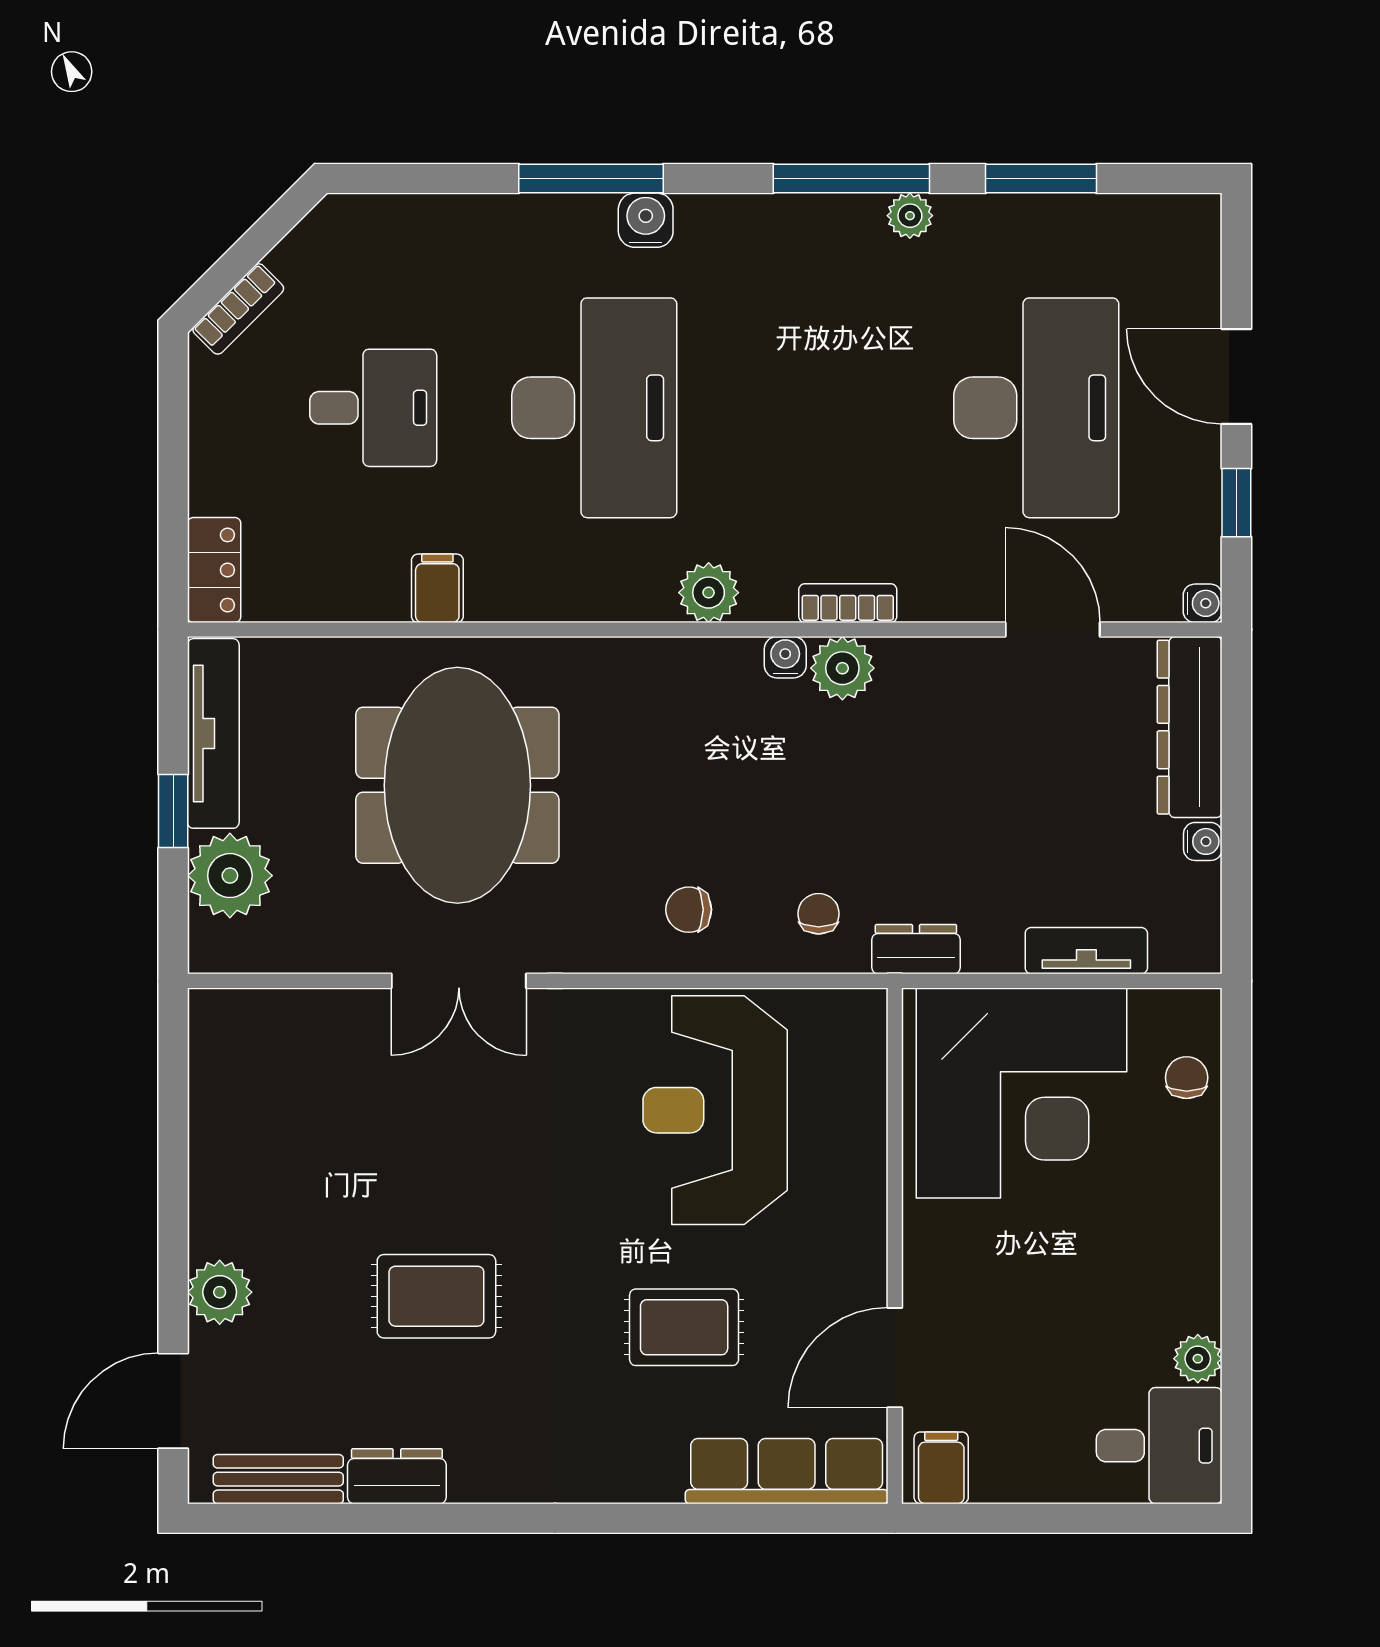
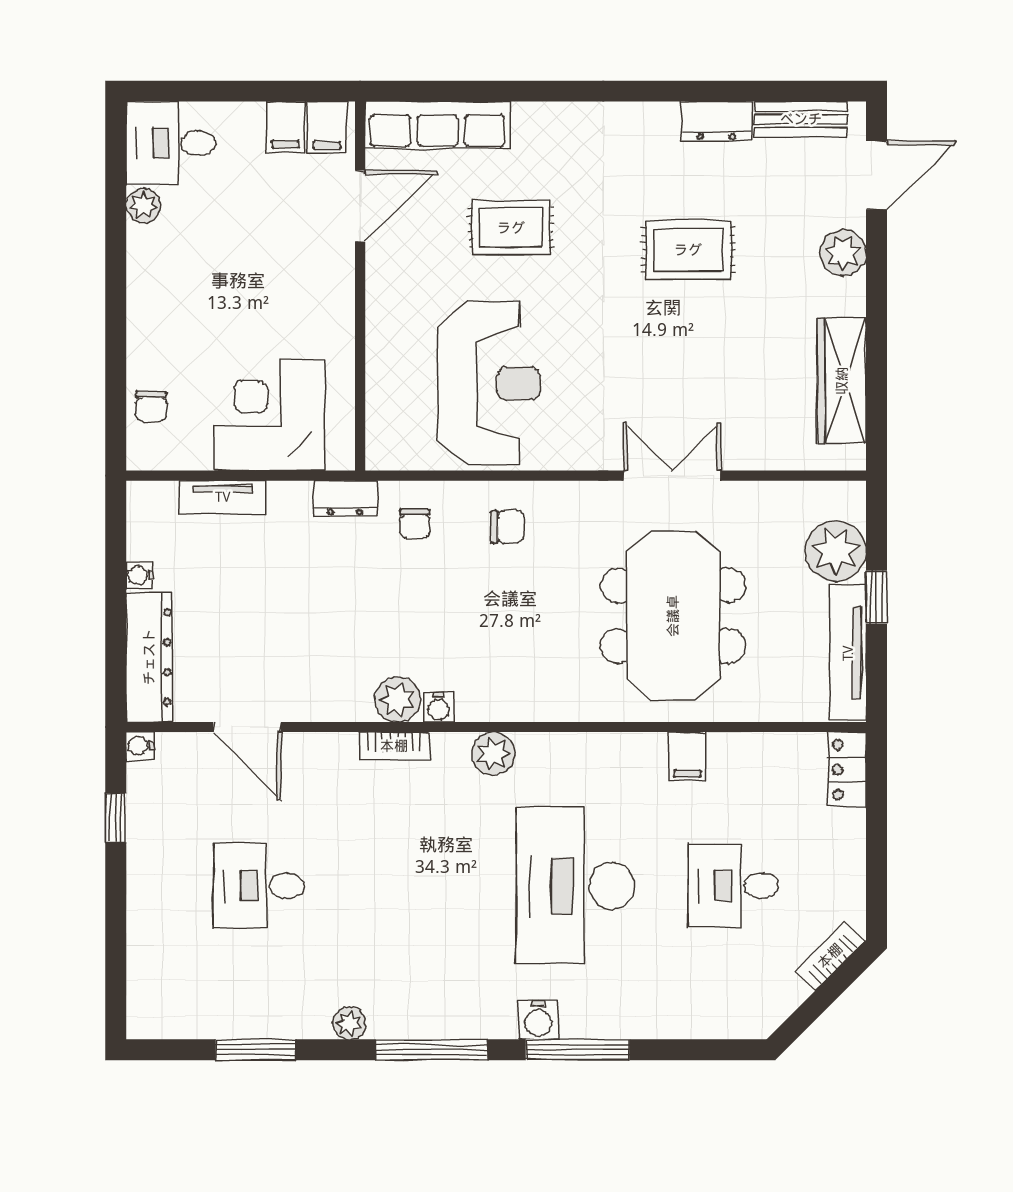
window: (851, 179) -> (431, 1050), moved
door: (1236, 376) -> (116, 908), removed
desk: (1036, 408) -> (259, 886), width x0.53, depth x0.77
corner desk: (1021, 1093) -> (270, 415), width x0.74, depth x0.74
wardrobe: (222, 1114) -> (842, 381), added
filing cabinet: (999, 1469) -> (285, 127), added

